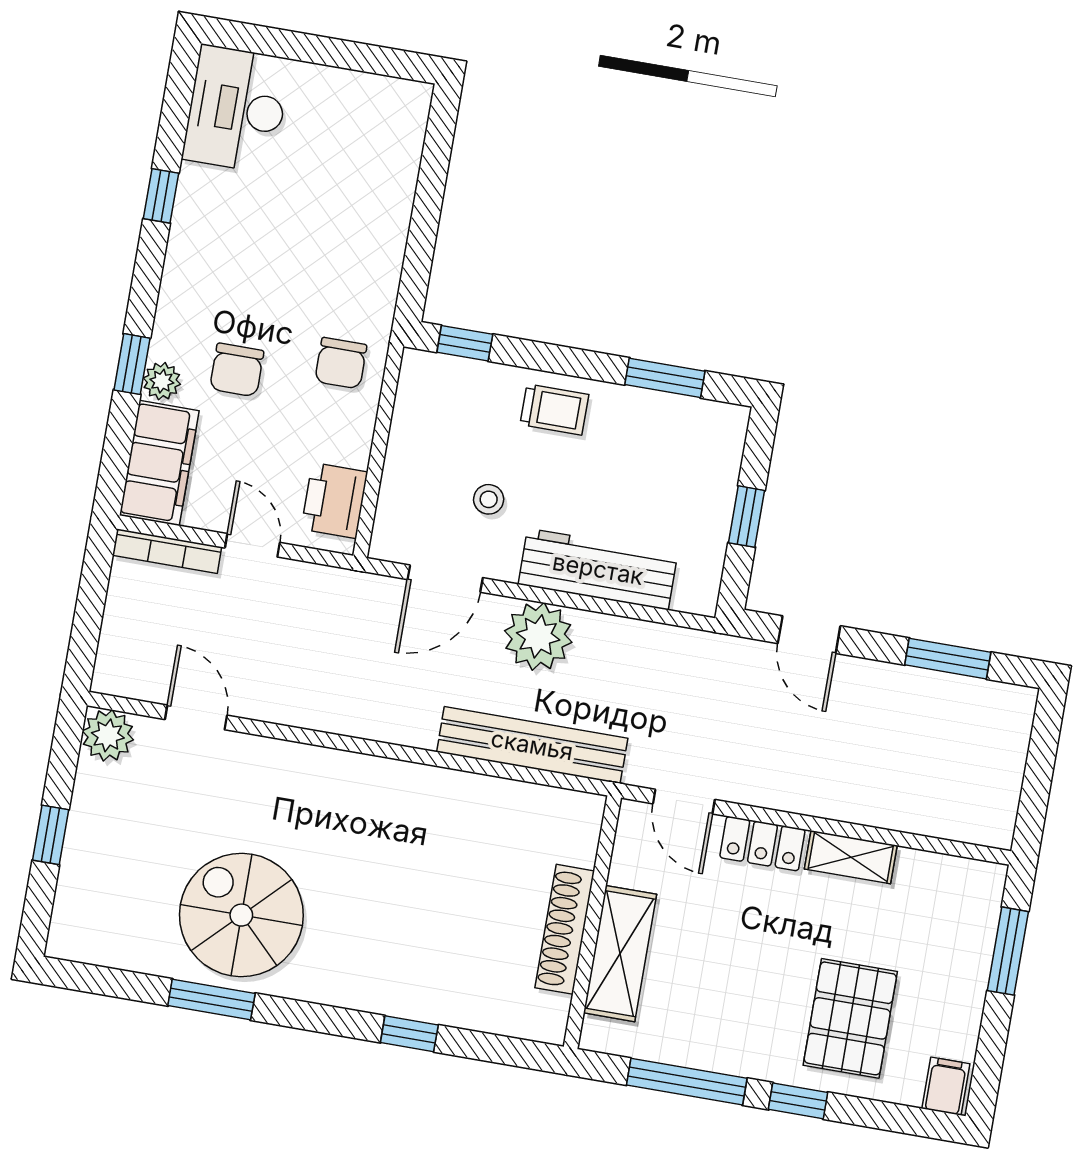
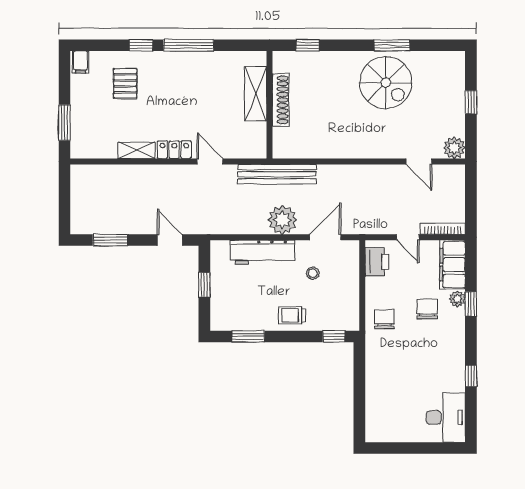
wall: (592, 922) -> (270, 105), moved
shoe rack: (565, 929) -> (281, 100), moved
shelving: (620, 954) -> (256, 94), moved
pallet: (850, 1018) -> (125, 83), width x0.67, depth x0.71

